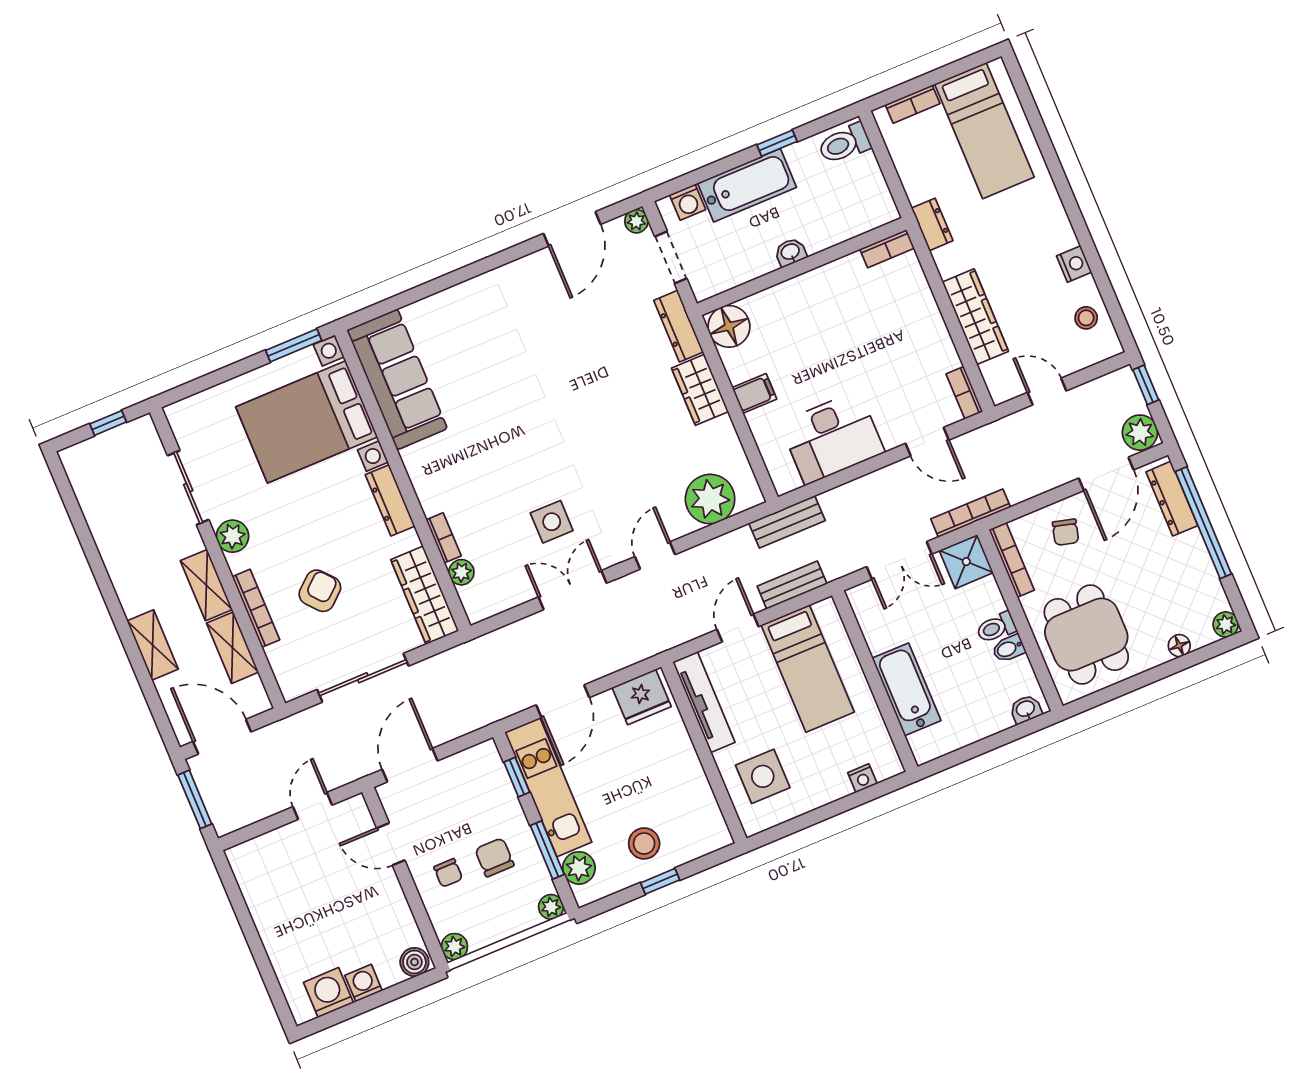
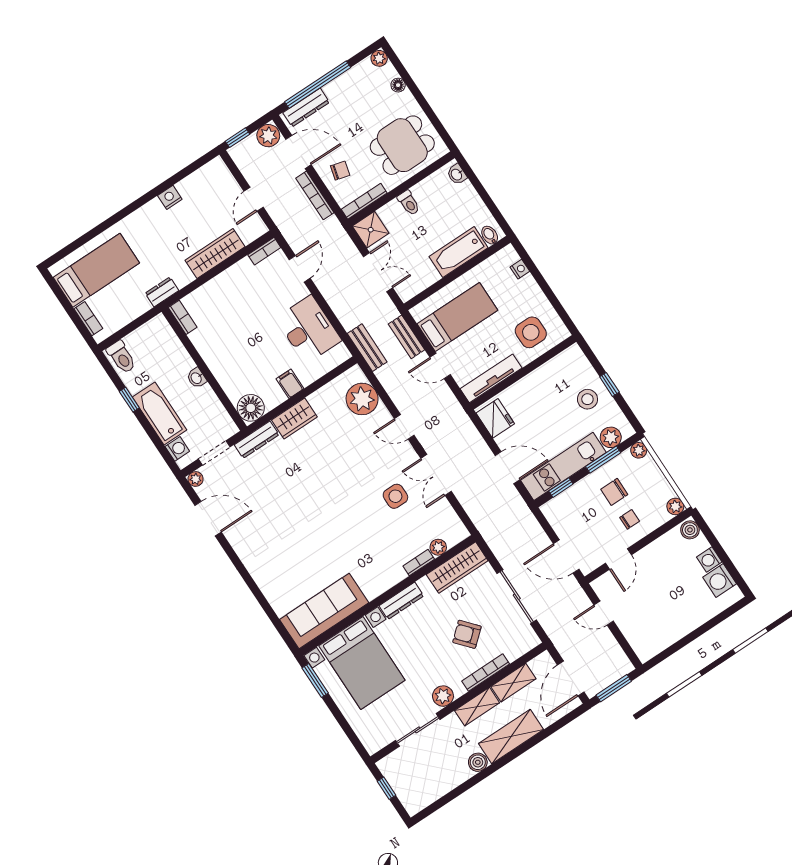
stool: (1086, 318) -> (202, 183), removed
bookcase: (971, 513) -> (315, 195), moved
boiler: (121, 570) -> (478, 762), added
shelving: (153, 645) -> (511, 737), width x1.50, depth x1.33
bidet: (1009, 648) -> (490, 235), moved, turned 180

